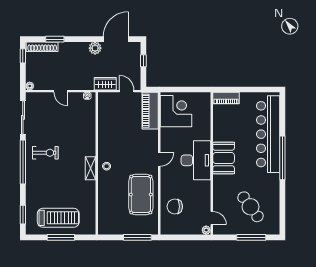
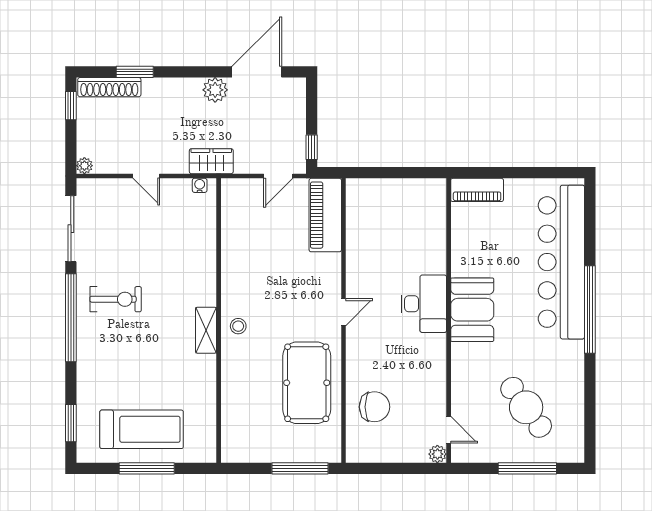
window: (143, 61) -> (312, 147), moved
wardrobe: (105, 84) -> (211, 161), moved
door: (127, 91) -> (278, 176), swing flipped
corner desk: (176, 111) -> (377, 216), removed
desk: (196, 160) -> (424, 304), width x0.73, depth x0.77
chair: (175, 207) -> (374, 407), turned 180

